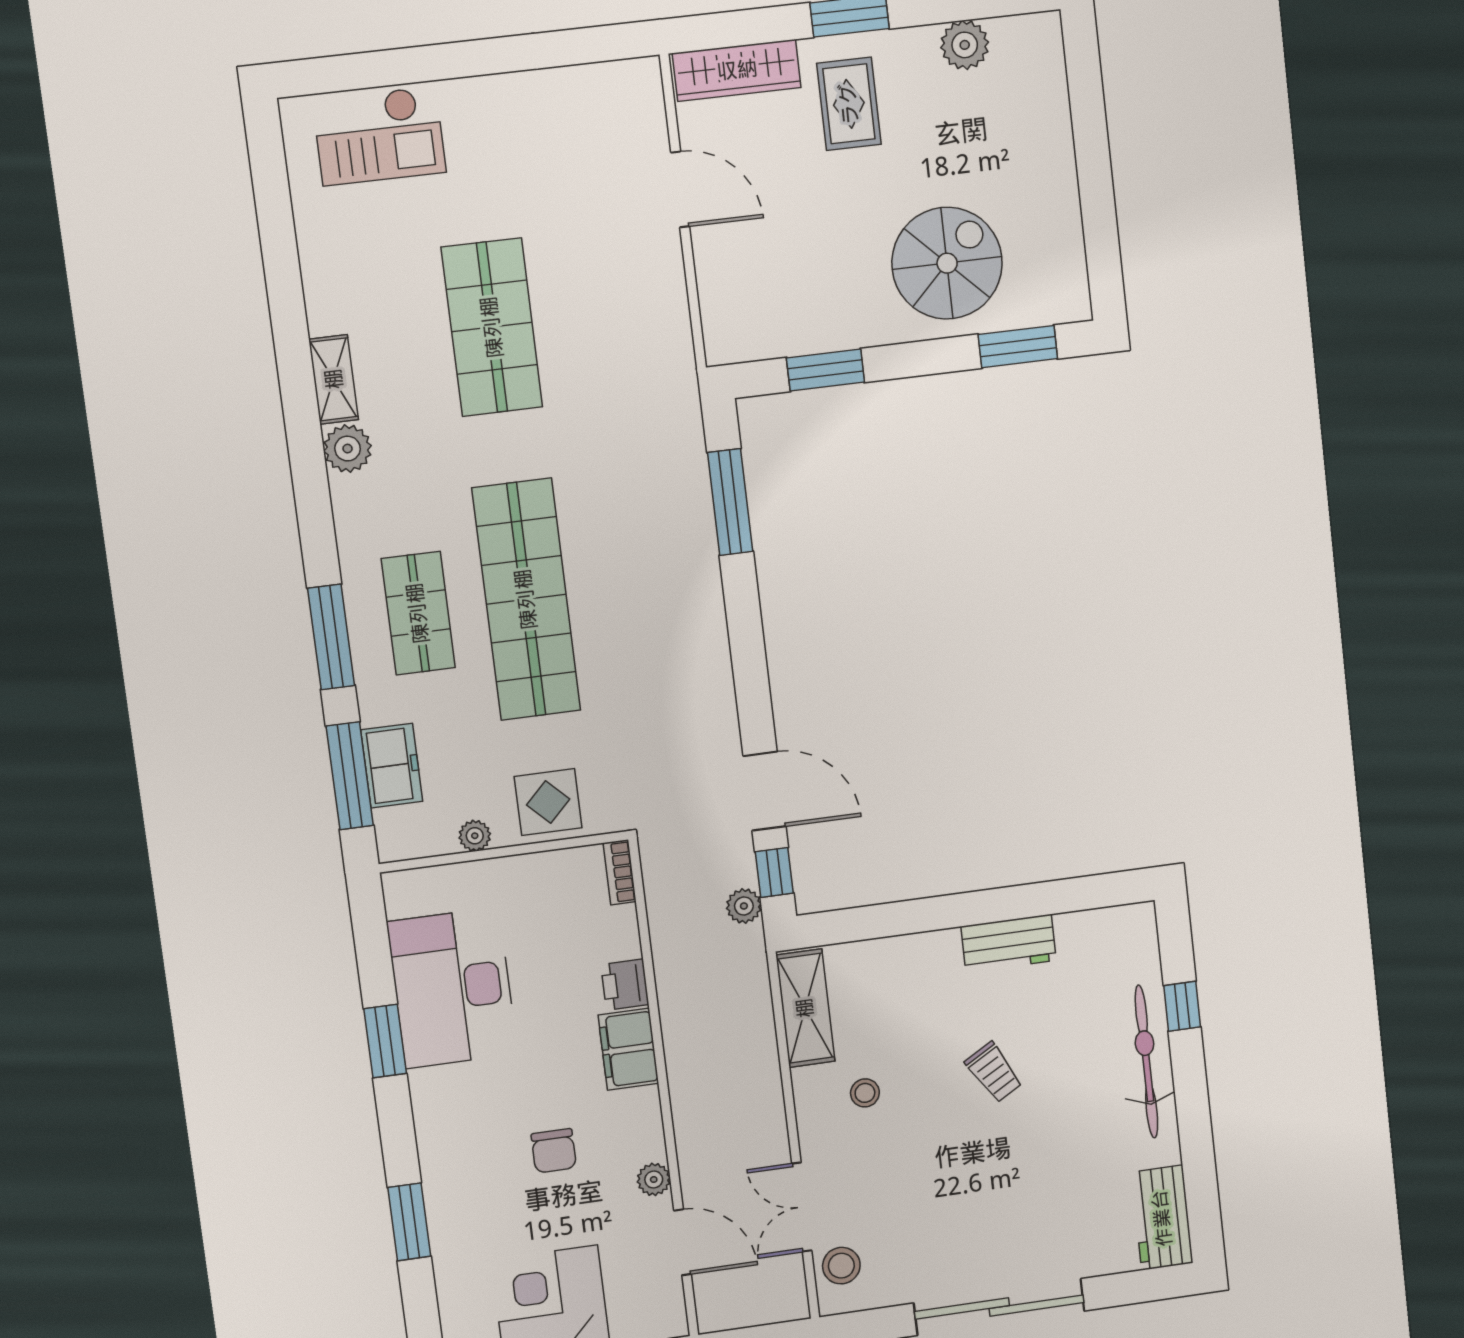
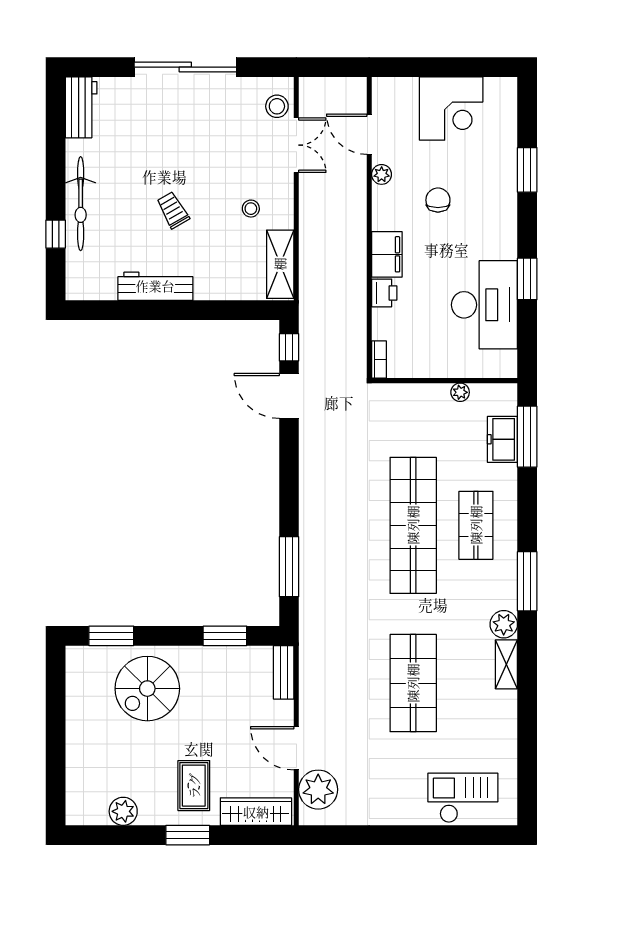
bench: (718, 319) -> (284, 672), added
window: (331, 637) -> (527, 581), moved
display table: (548, 802) -> (415, 406), removed
plant: (744, 906) -> (318, 790), moved, width x1.87, depth x1.87
workbench: (1009, 943) -> (155, 286), width x1.38

